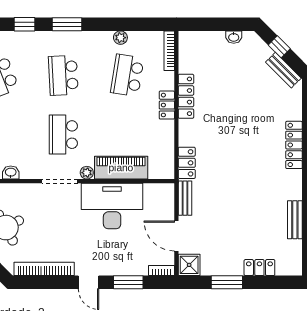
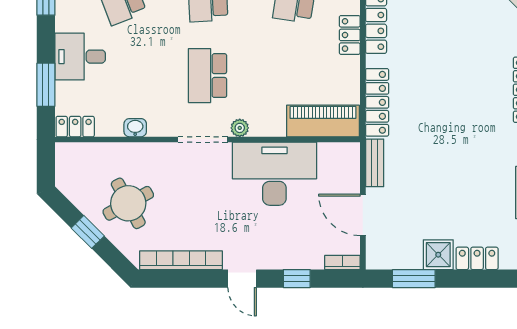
locker: (187, 163) -> (377, 102), width x1.53
piano: (121, 168) -> (323, 121), moved
shower: (189, 265) -> (438, 255), moved
window: (128, 282) -> (297, 279), width x0.67
window: (227, 282) -> (414, 279), moved

